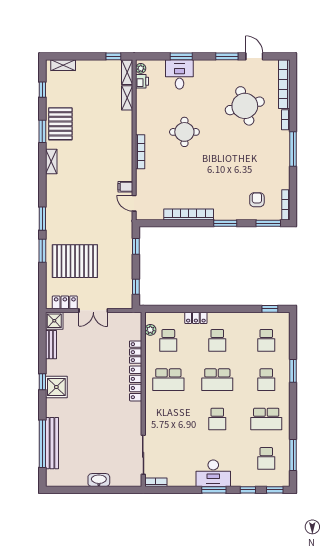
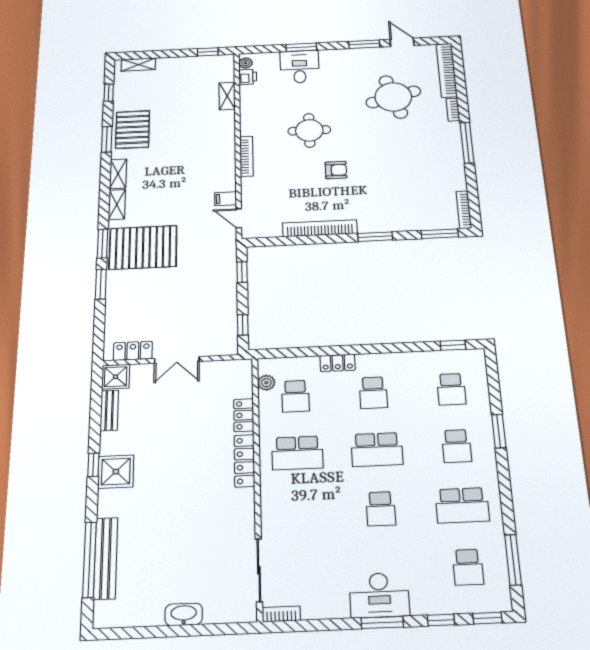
shelving: (127, 72) -> (117, 205), moved
armchair: (257, 200) -> (336, 170), moved, turned 90
pallet: (75, 261) -> (143, 247), moved

